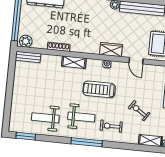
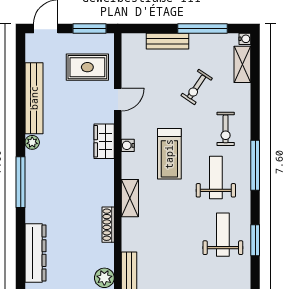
weight bench: (45, 118) -> (223, 235), turned 180
window: (26, 136) -> (255, 240), moved

